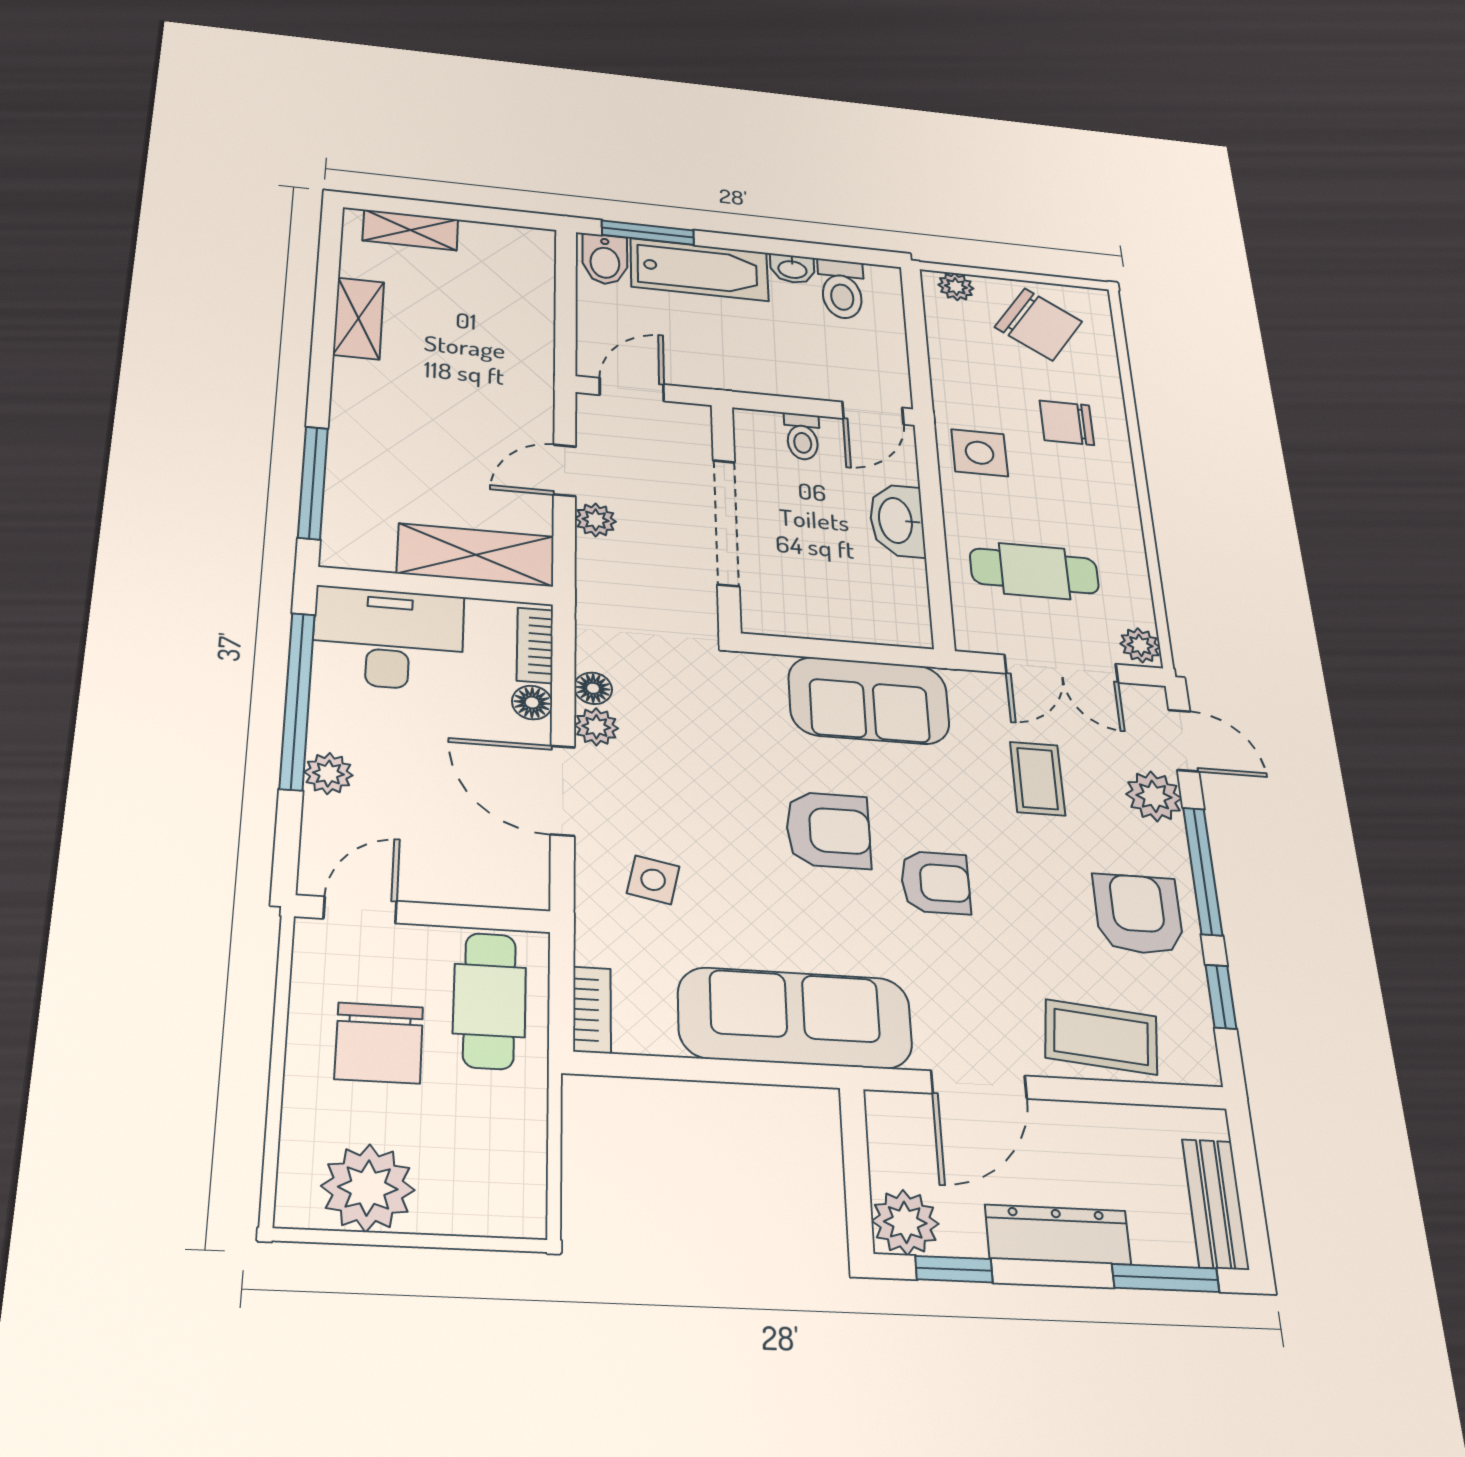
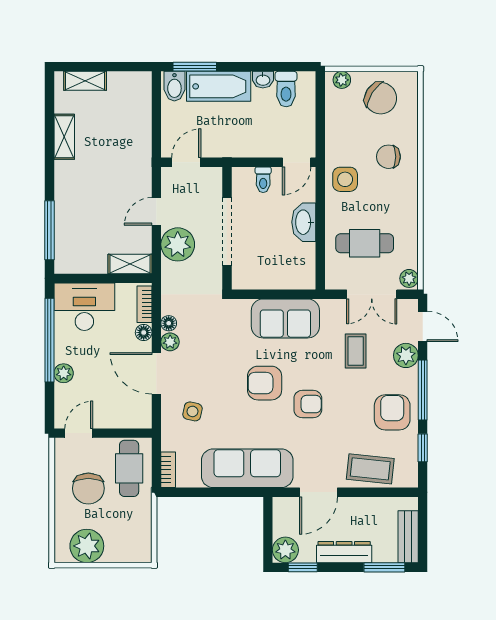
plant: (596, 520) -> (178, 244), width x1.87, depth x1.87
shelving: (476, 555) -> (130, 264), width x0.67, depth x0.75
armchair: (828, 830) -> (265, 383), turned 180

